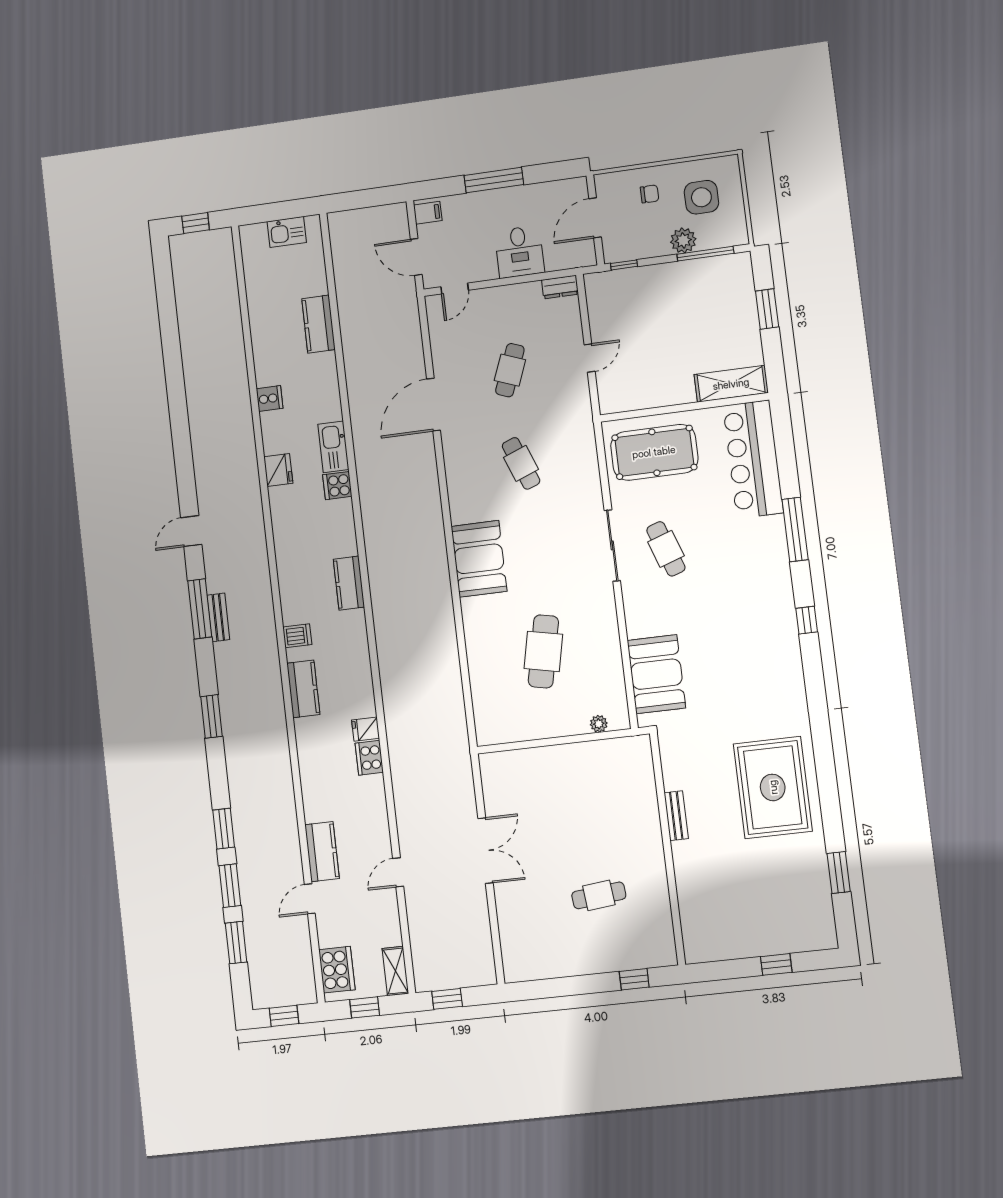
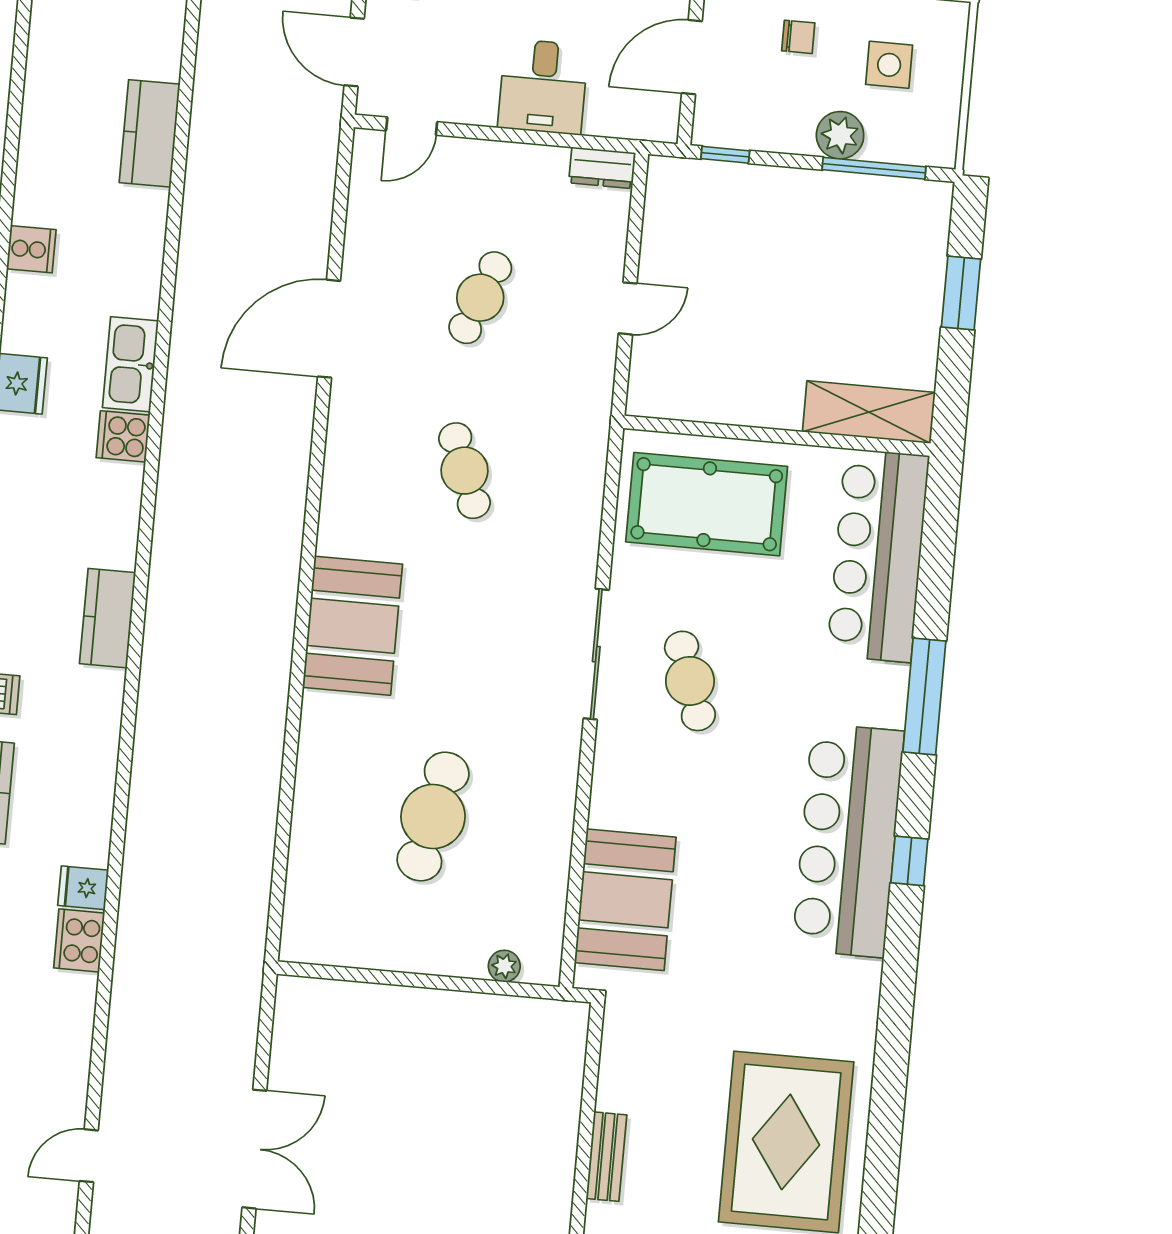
side table: (701, 197) -> (889, 65), width x0.73, depth x0.73
bar counter: (771, 616) -> (848, 840), added

